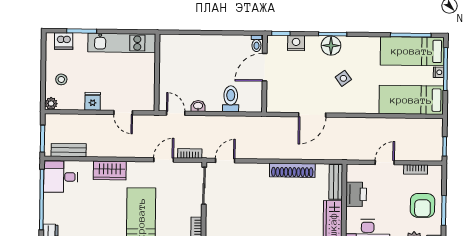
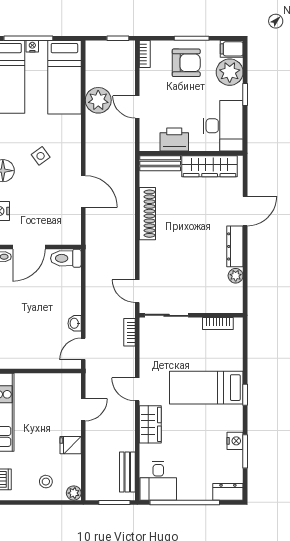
door: (265, 67) -> (29, 247), hinge flipped
toilet: (231, 99) -> (66, 258), moved
plant: (391, 129) -> (98, 100), added
door: (164, 160) -> (137, 389), moved
bookcase: (416, 169) -> (145, 54), moved

